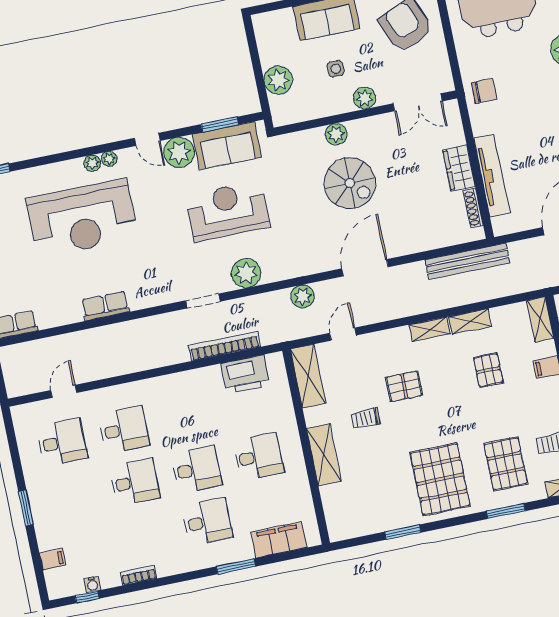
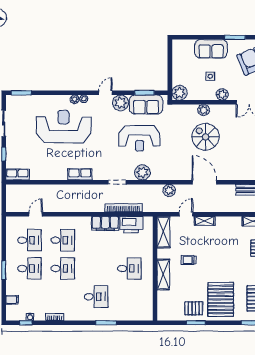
plant: (278, 80) -> (179, 93), moved
door: (147, 139) -> (105, 93), swing flipped
spiral stairs: (350, 183) -> (205, 137), turned 180
reception desk: (228, 211) -> (139, 138), turned 180
reception desk: (82, 218) -> (64, 127), turned 180
door: (365, 268) -> (204, 182), hinge flipped
row of seats: (105, 306) -> (80, 174), moved
shelving: (430, 329) -> (205, 221), moved
pallet: (404, 386) -> (194, 308), moved
desk: (197, 469) -> (29, 268), moved
filing cabinet: (279, 540) -> (105, 223), moved, turned 180

